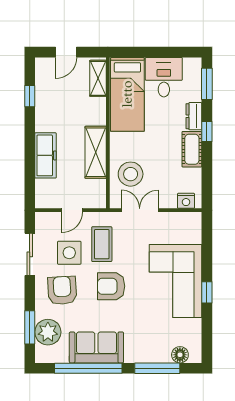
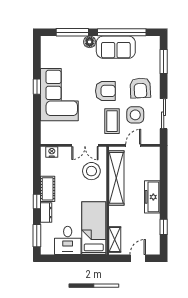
shelving: (96, 152) -> (116, 178), width x1.47
freezer: (46, 155) -> (152, 197), moved
plant: (48, 332) -> (151, 58), removed
floor lamp: (180, 355) -> (90, 42), moved

